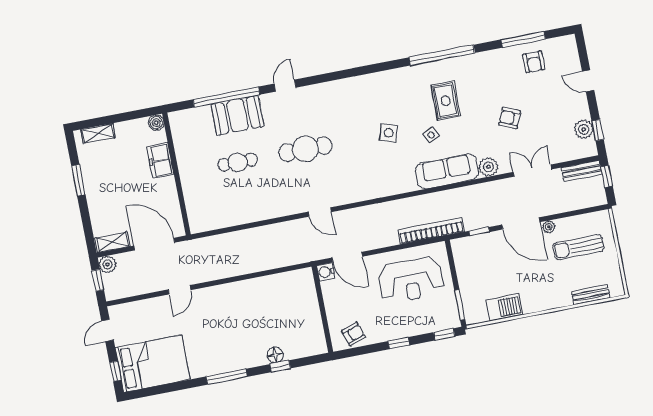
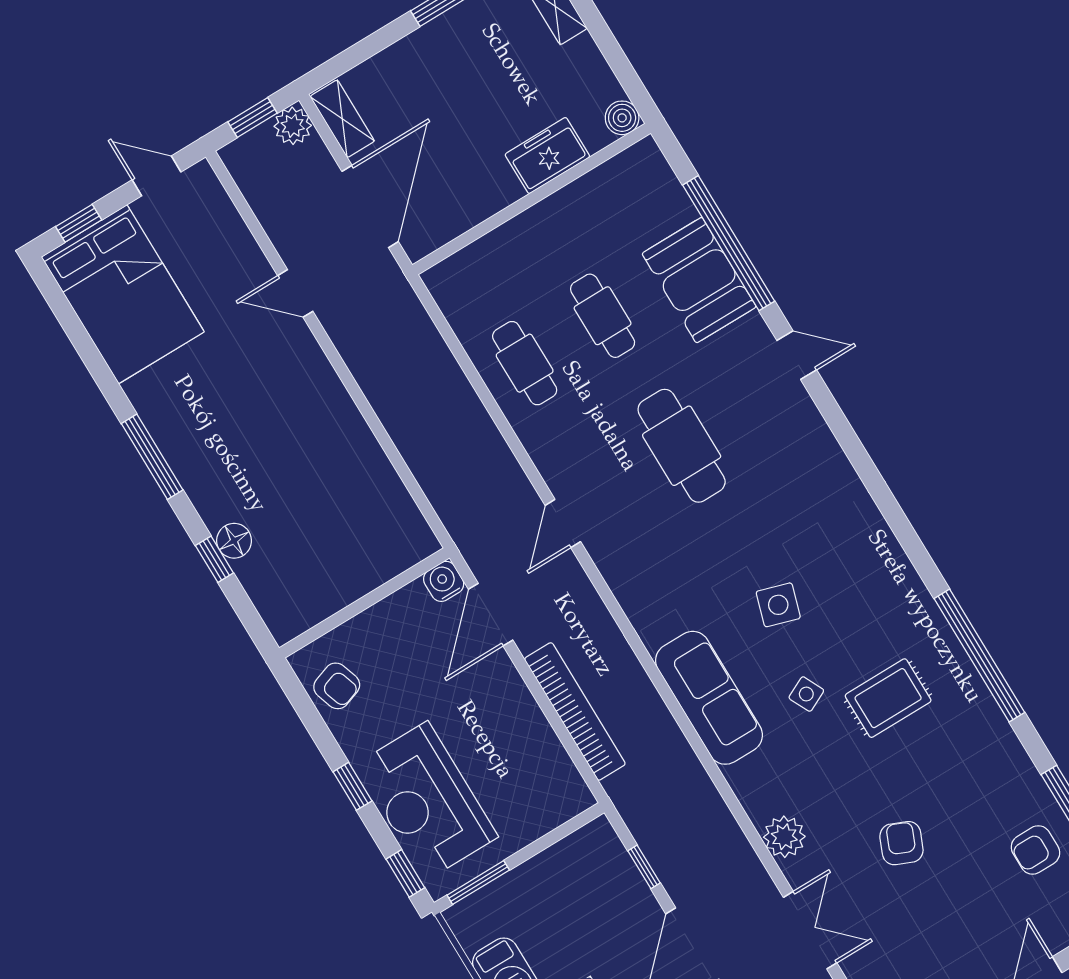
sofa: (447, 171) -> (709, 698), moved
cafe table: (245, 203) -> (525, 363), added
bookcase: (431, 231) -> (575, 711), moved
reception desk: (411, 280) -> (427, 801), moved

